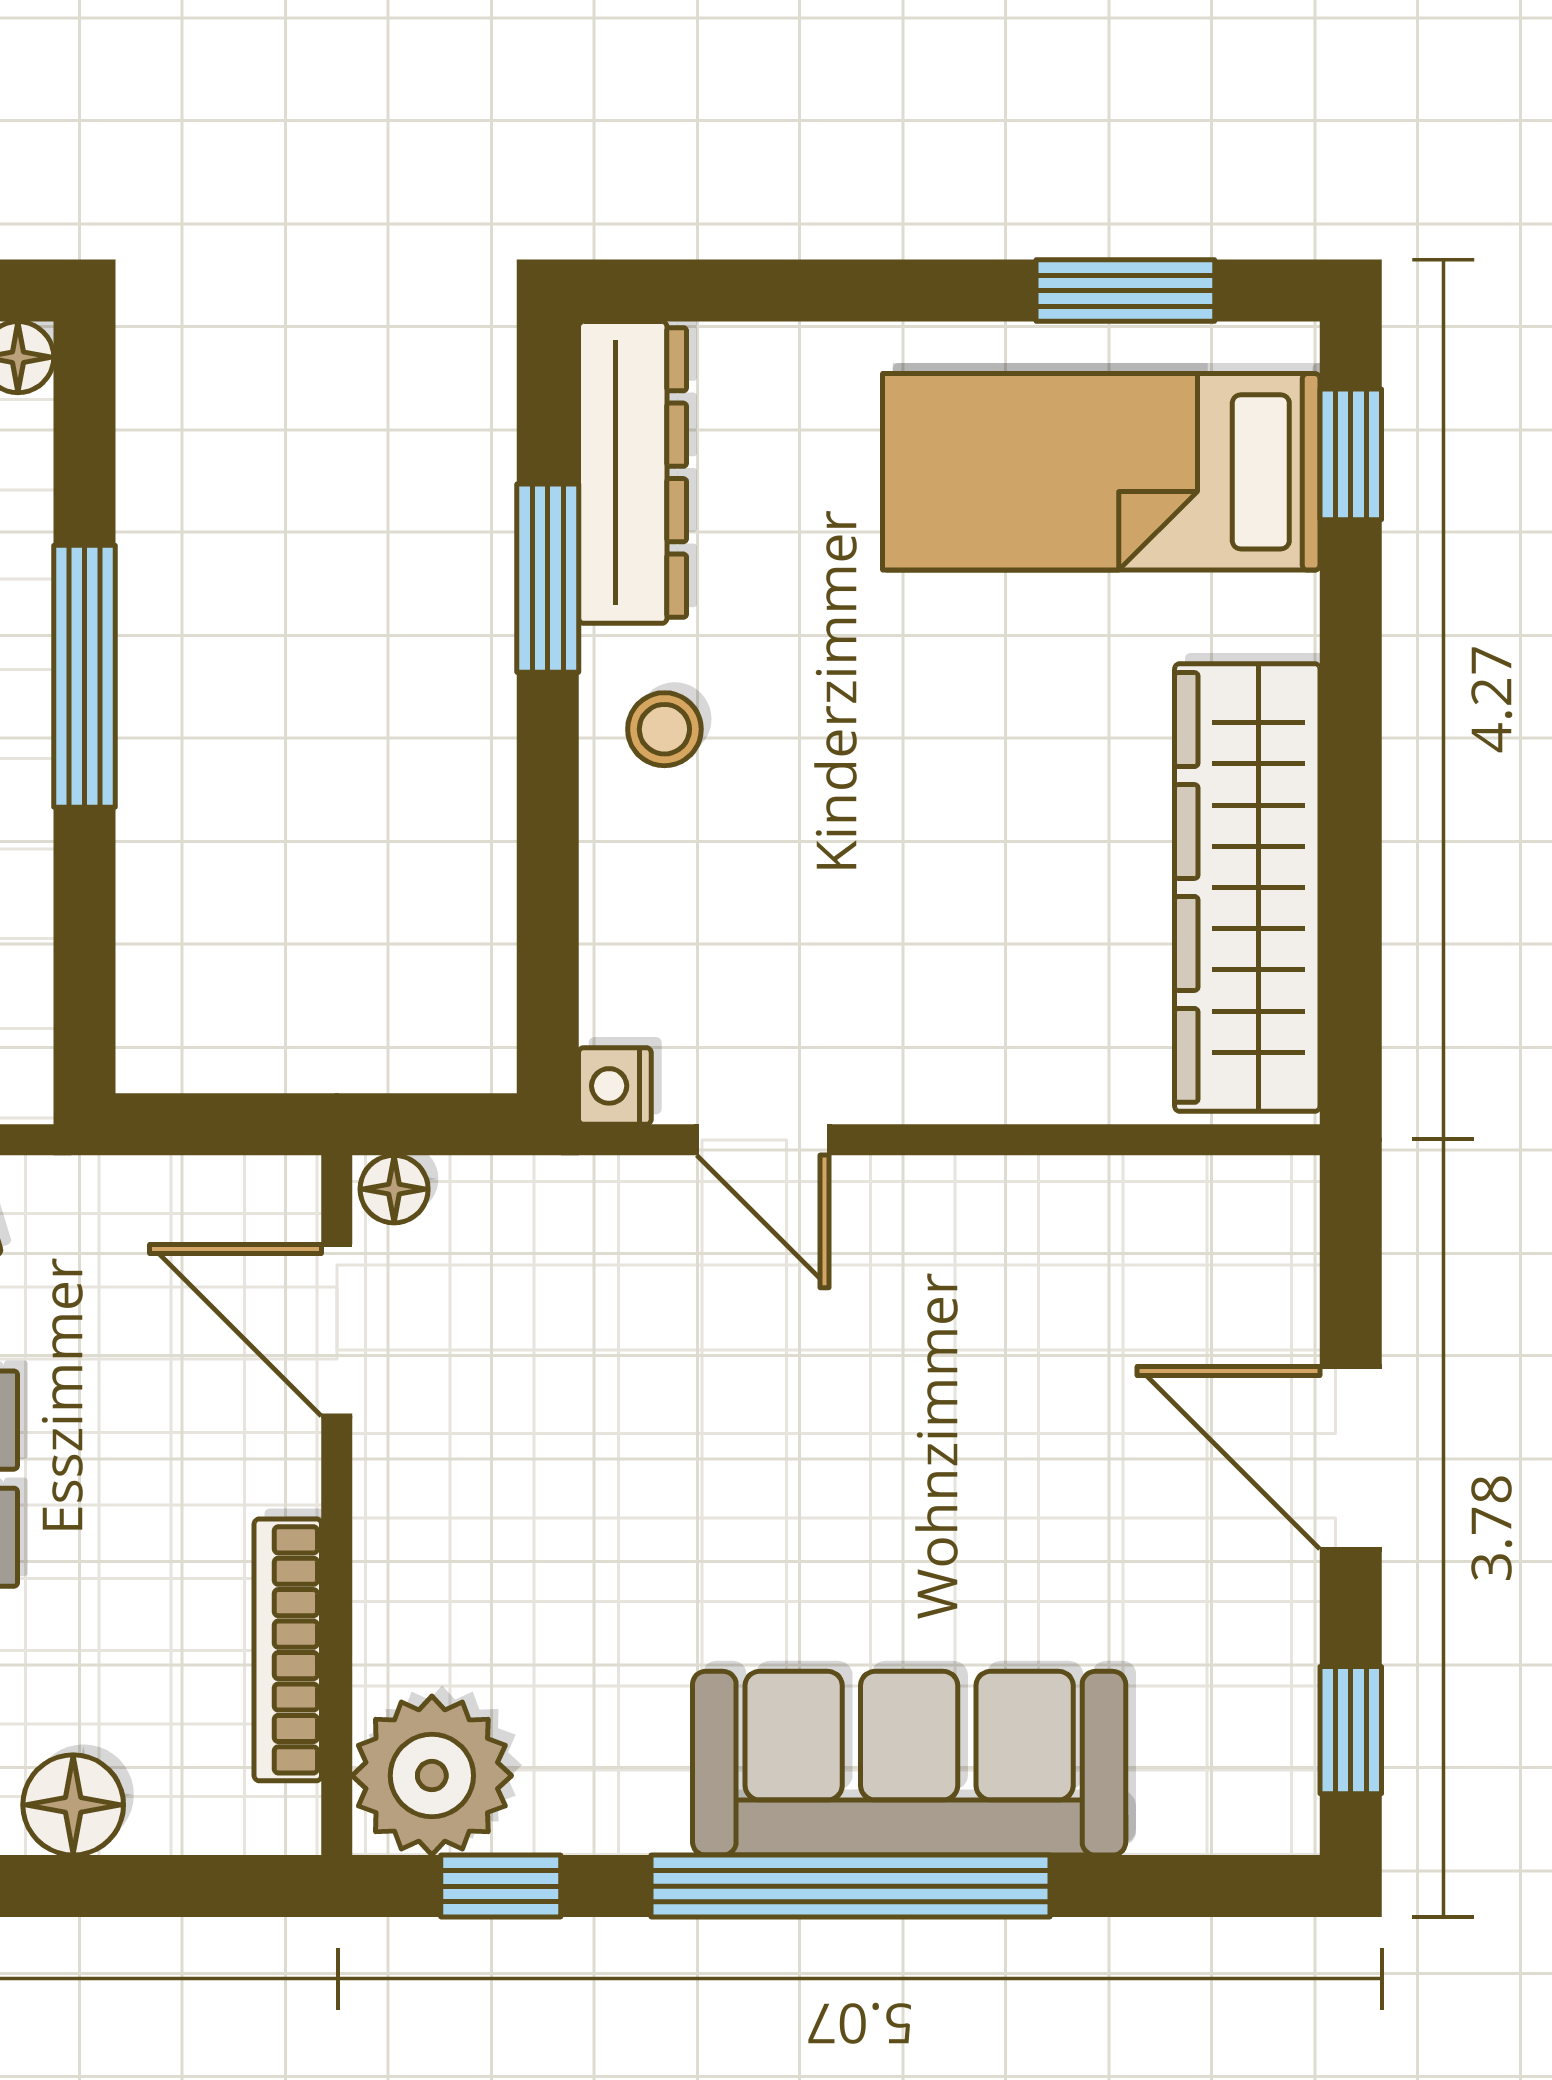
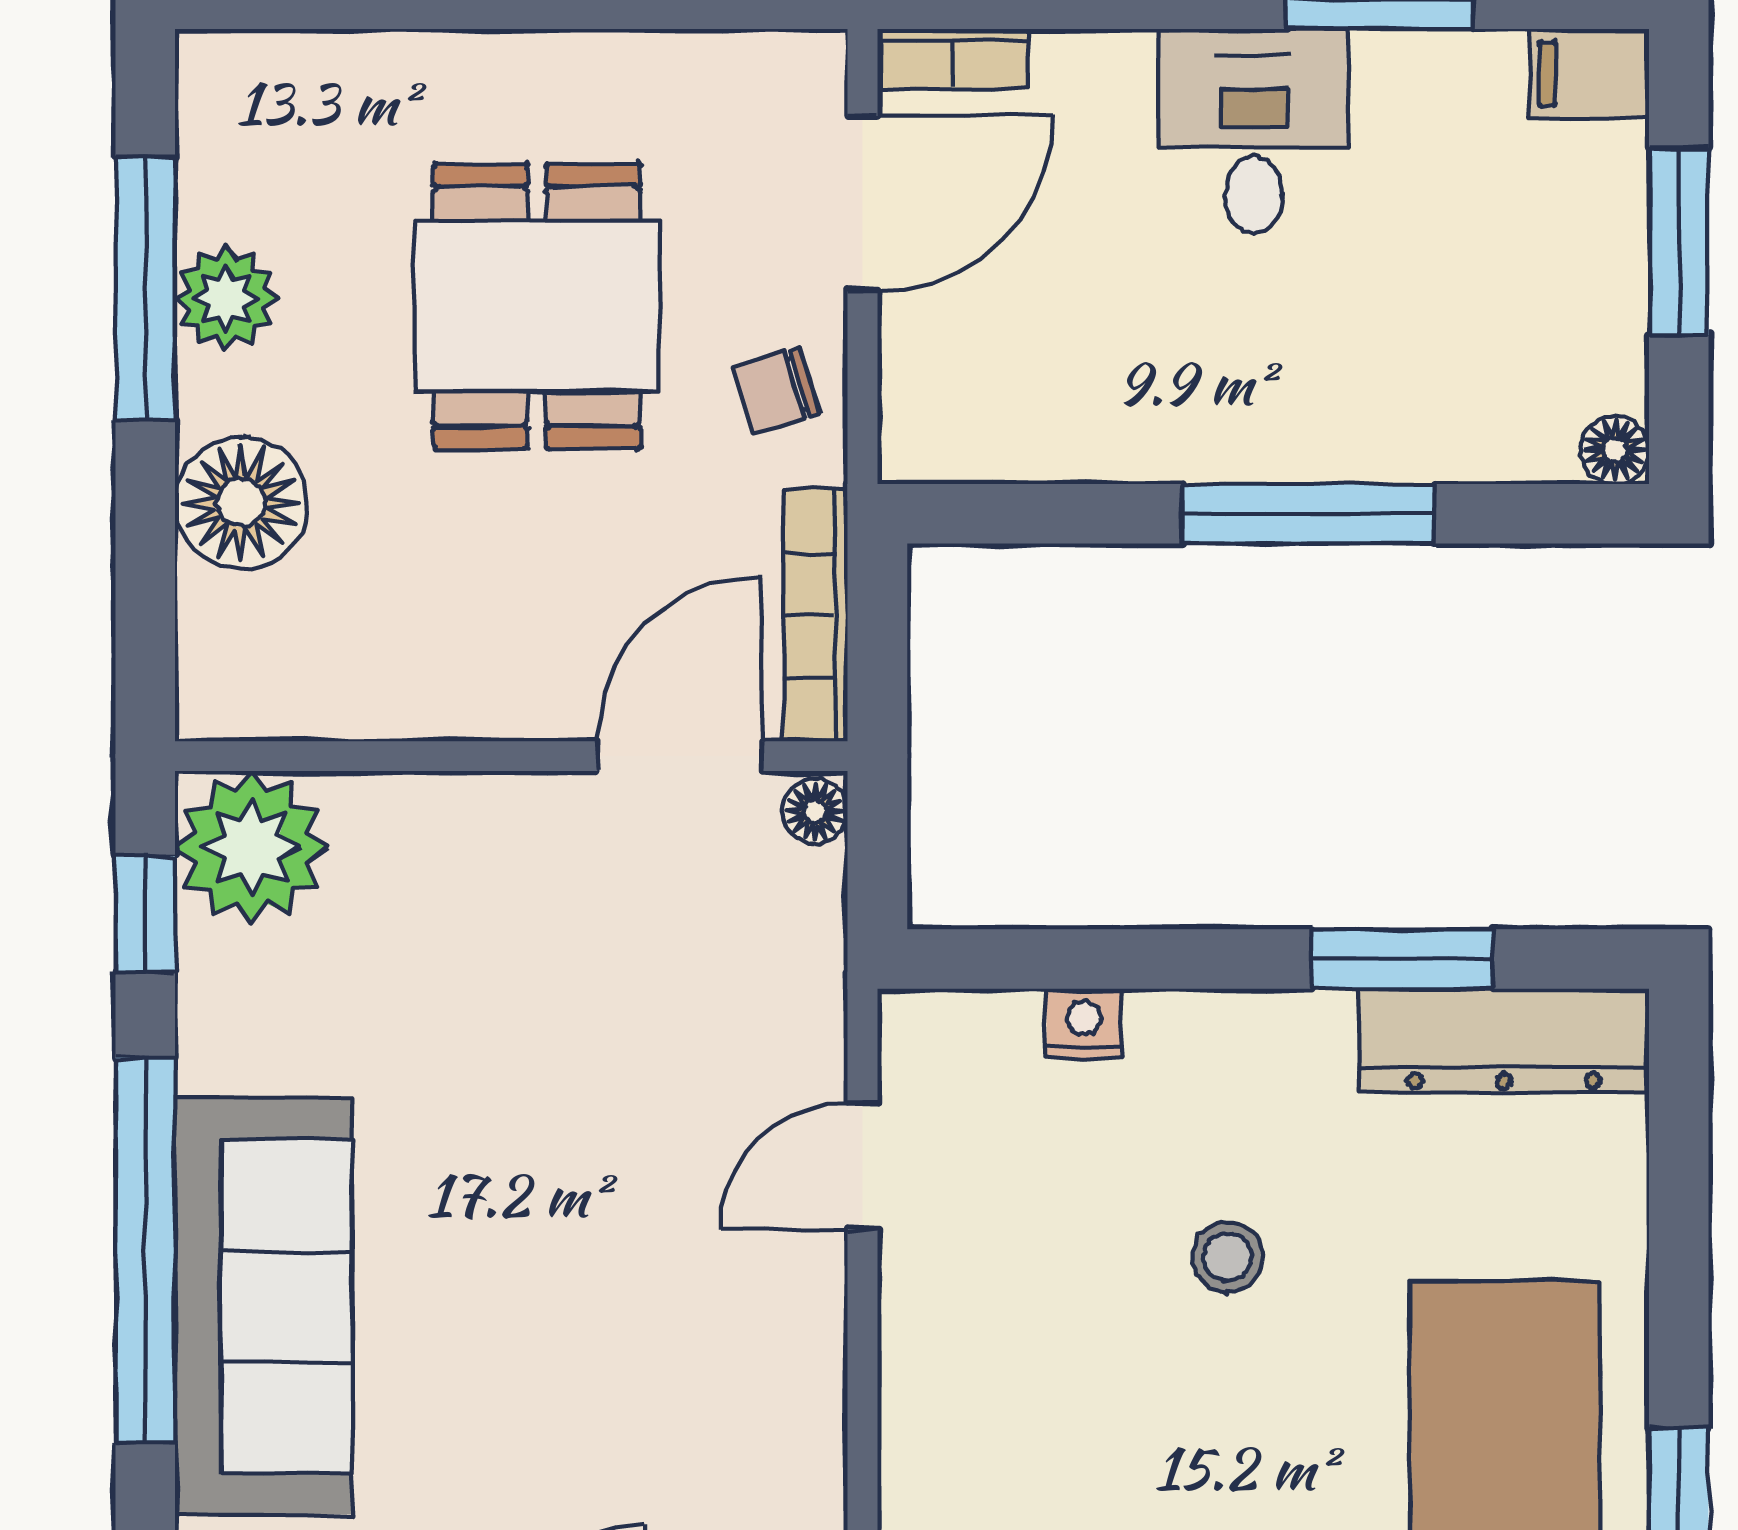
stool: (664, 729) -> (1228, 1257), moved
nightstand: (615, 1086) -> (1084, 1023), moved
bookcase: (288, 1650) -> (815, 615), moved, turned -90
floor lamp: (73, 1805) -> (241, 503), width x1.38, depth x1.38

